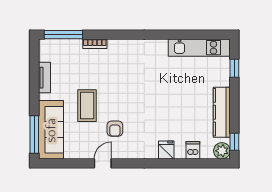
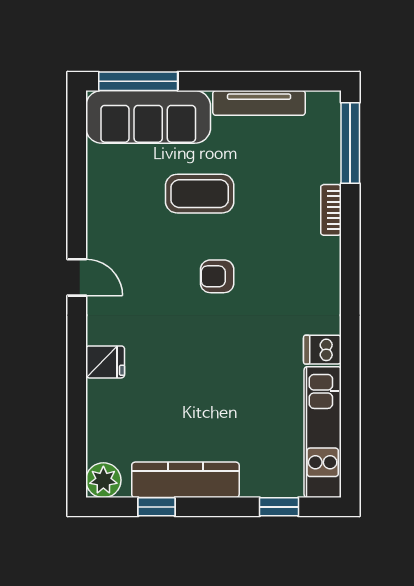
tv unit: (44, 78) -> (259, 103), width x1.41
armchair: (115, 129) -> (217, 276), moved
window: (234, 142) -> (156, 507), moved
dishwasher: (193, 150) -> (322, 350), moved, turned 180
door: (103, 163) -> (77, 277), moved

